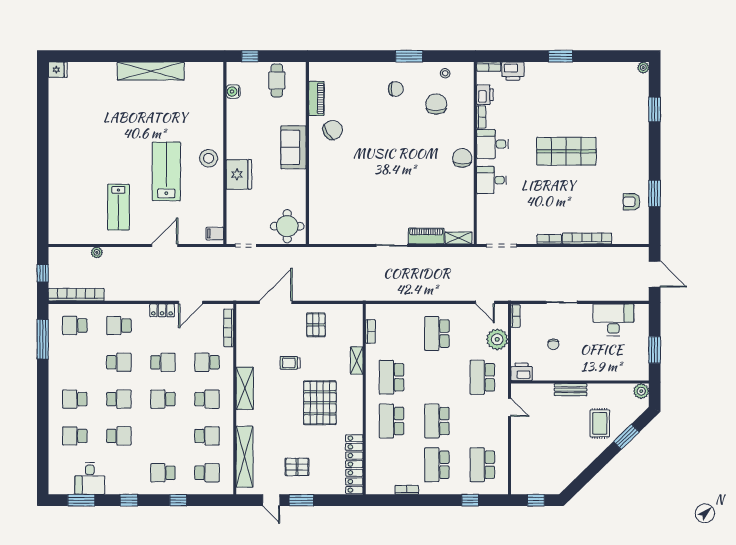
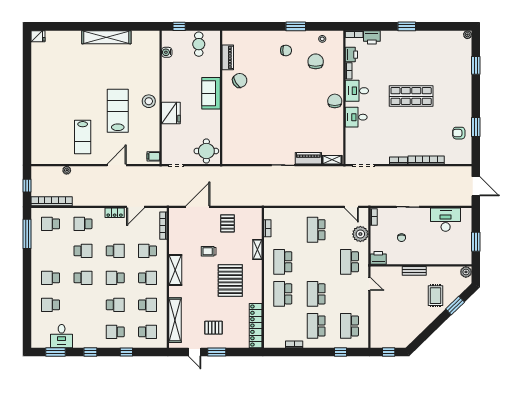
school desk: (119, 436) -> (115, 305), moved

